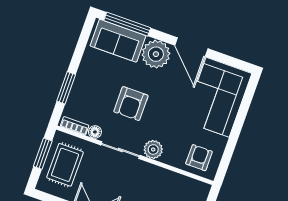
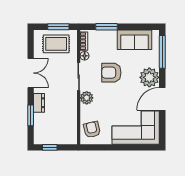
sofa: (118, 41) -> (134, 40), moved, turned -90
armchair: (199, 158) -> (92, 130), turned -103

